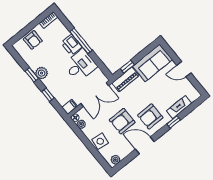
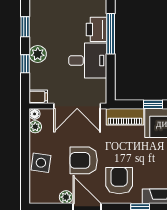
window: (127, 67) -> (153, 104), moved
plant: (42, 73) -> (38, 54), moved
armchair: (150, 116) -> (119, 181), turned 90
plant: (115, 160) -> (66, 197), moved

